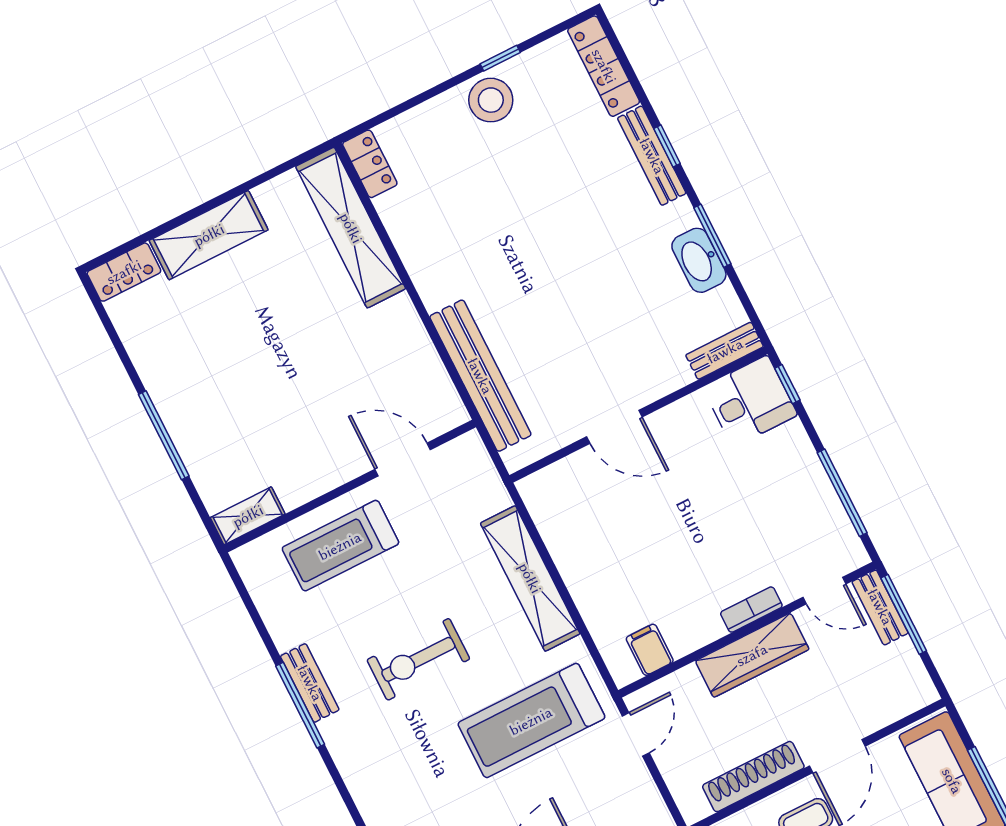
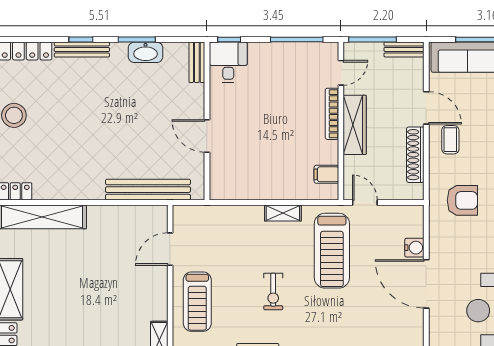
door: (614, 427) -> (207, 136), swing flipped
shelving: (530, 578) -> (283, 213), width x0.45, depth x0.75
bench: (880, 607) -> (404, 49), moved
bookcase: (751, 610) -> (332, 114), width x1.56
exercise bike: (418, 659) -> (273, 291), width x0.73, depth x0.72

